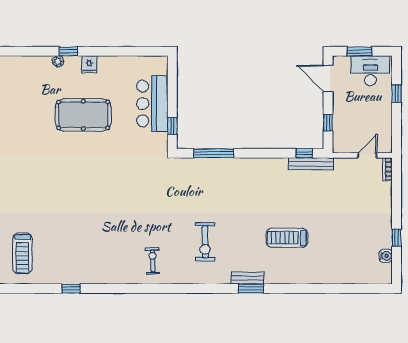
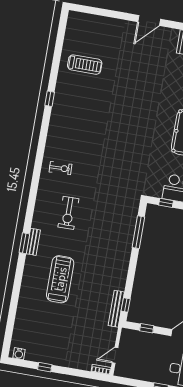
door: (367, 155) -> (115, 355), swing flipped
treadmill: (287, 238) -> (60, 279), width x1.37, depth x1.38
exercise bike: (205, 242) -> (68, 213), turned -90
treadmill: (22, 253) -> (85, 65), turned 180
water cooler: (386, 256) -> (19, 354), moved

